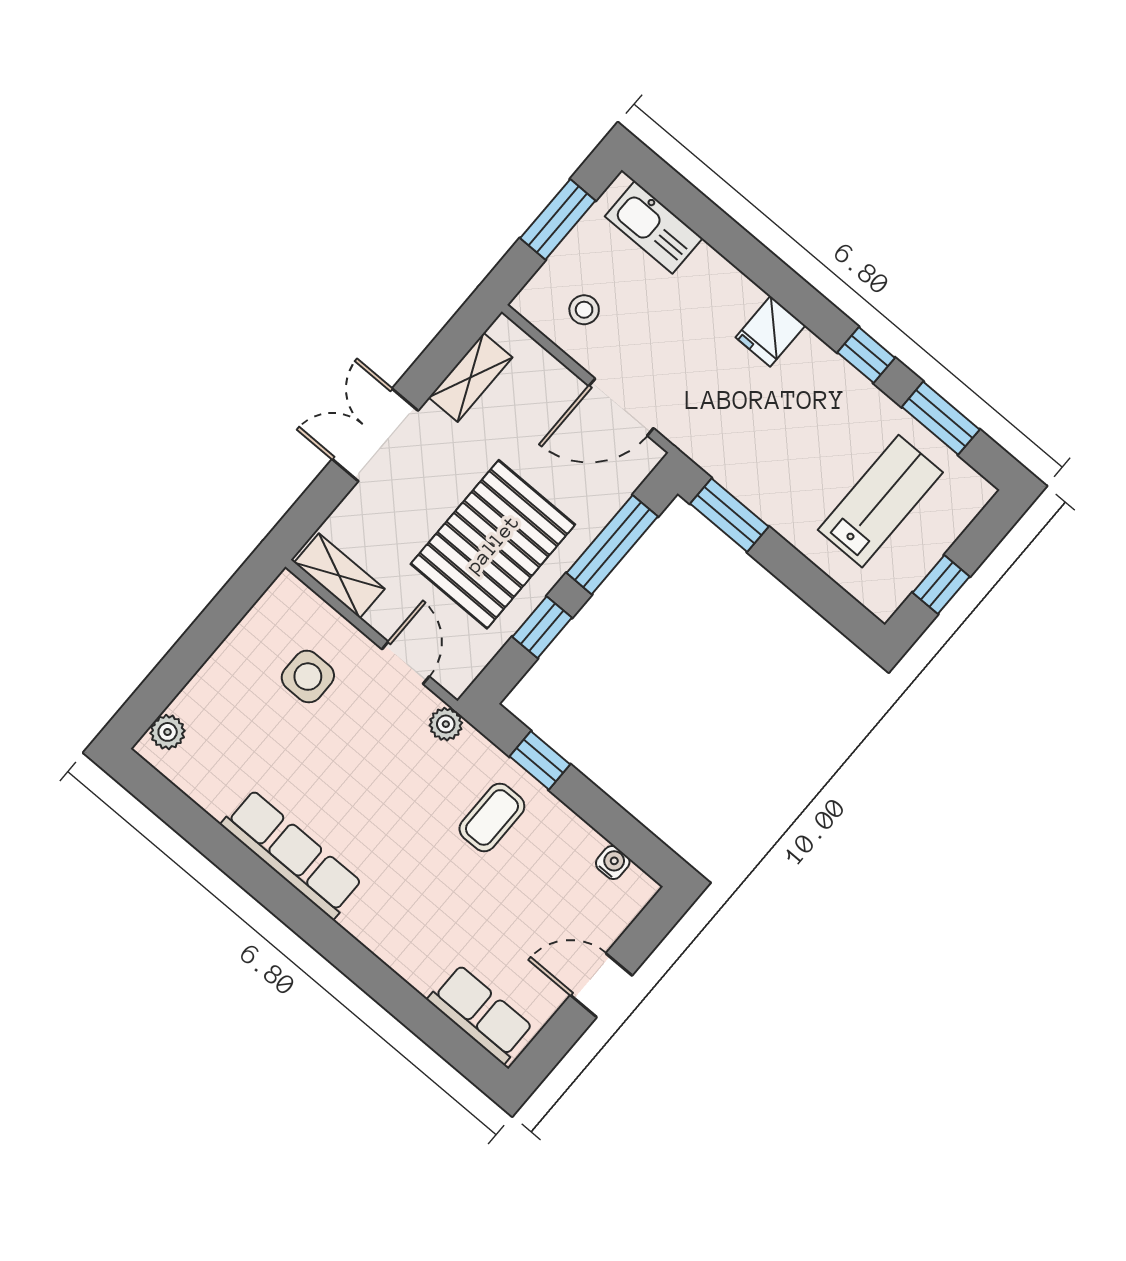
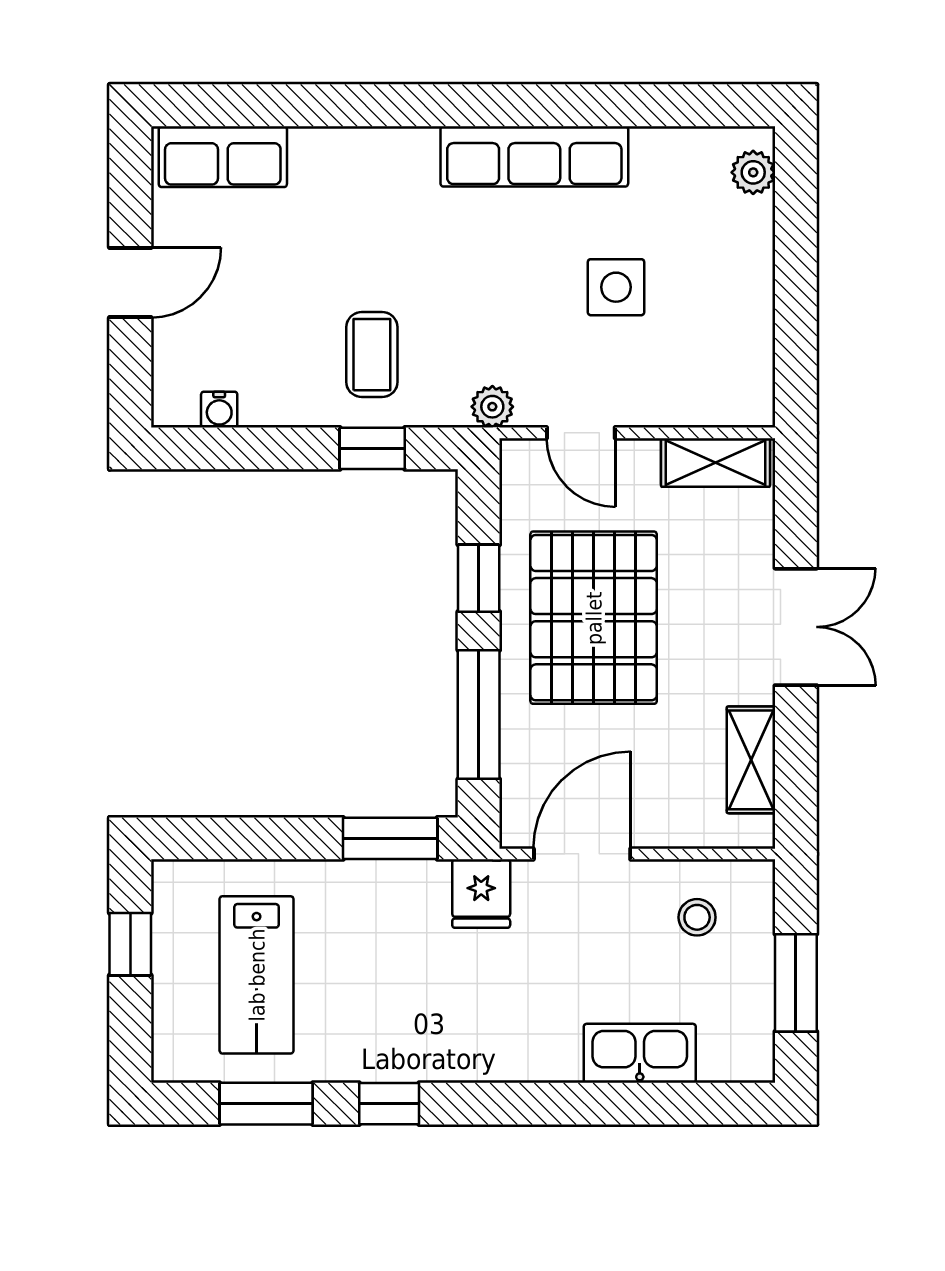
kitchen sink: (654, 227) -> (640, 1053), moved
fridge: (770, 331) -> (481, 894), moved, turned 180
side table: (308, 677) -> (616, 287), moved

